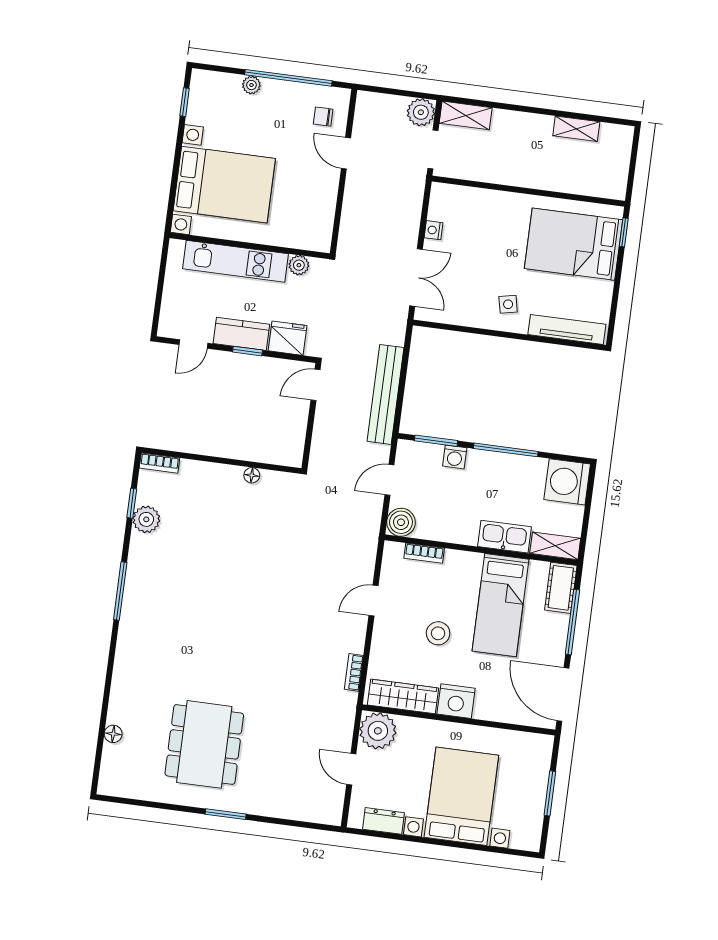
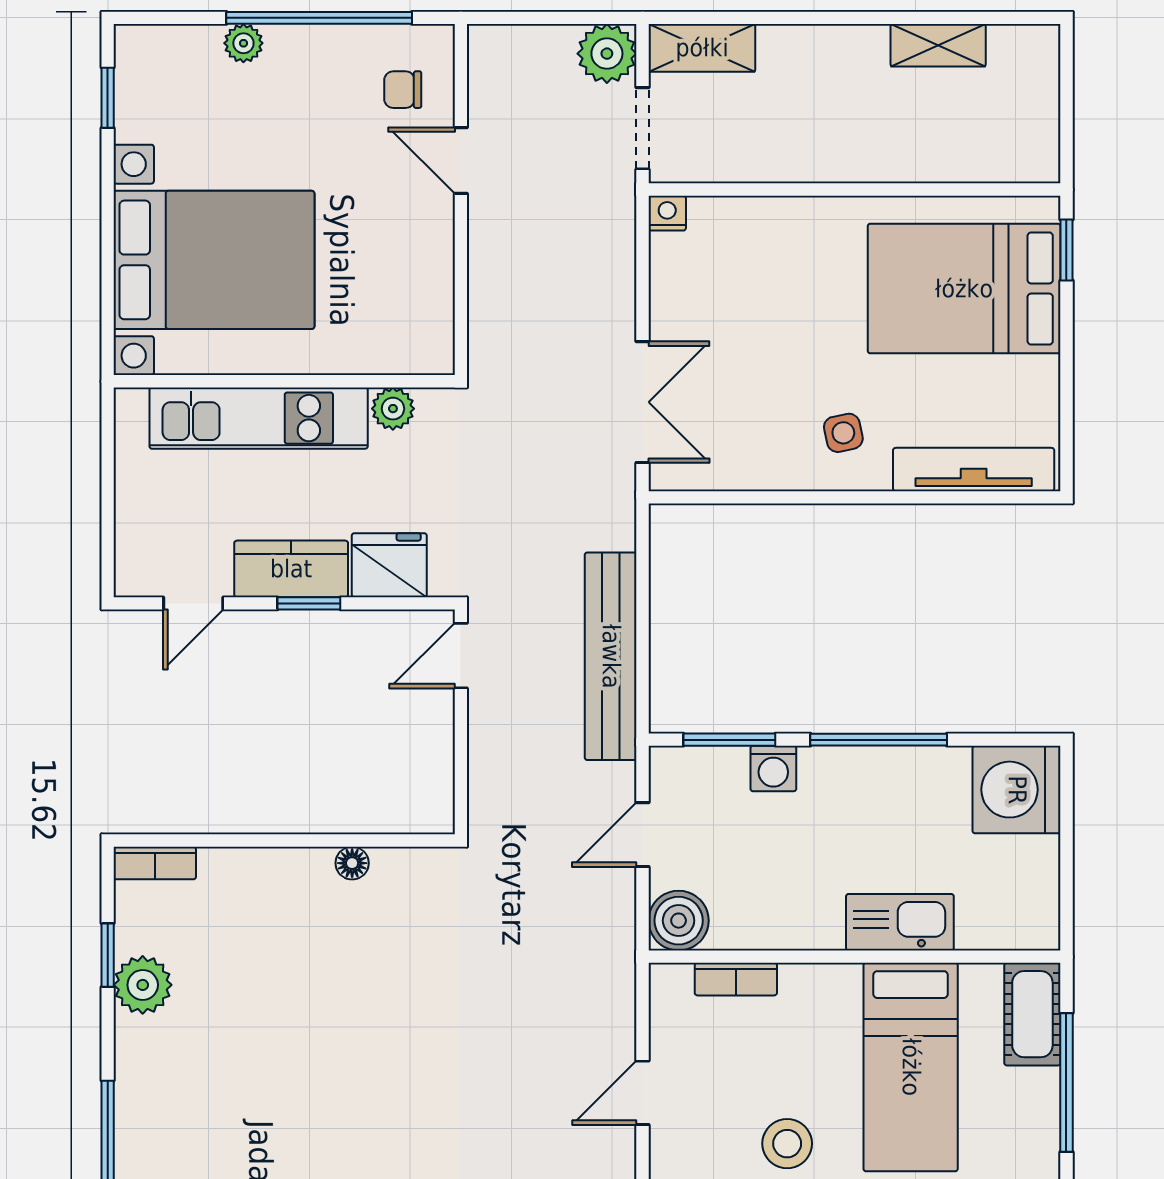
nightstand: (434, 230) -> (667, 213), moved, turned 90
shelving: (555, 546) -> (1009, 927), removed

